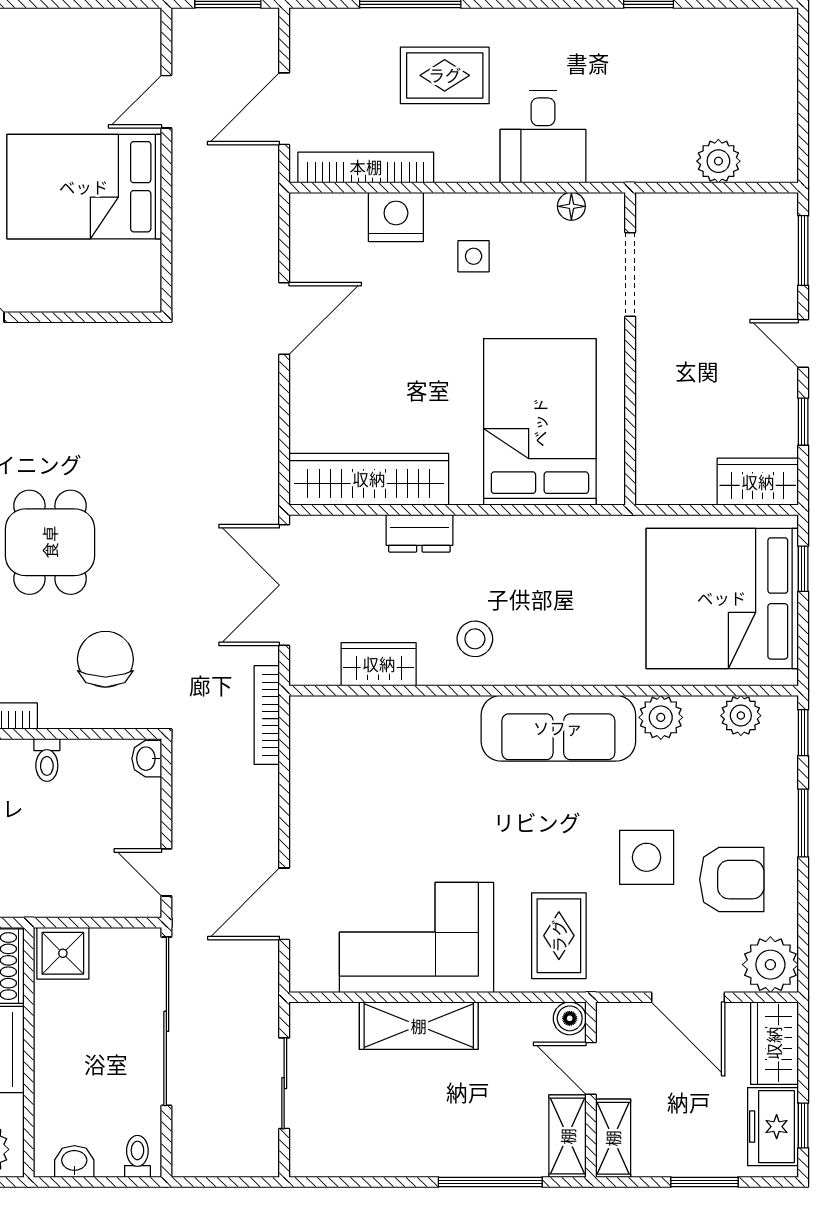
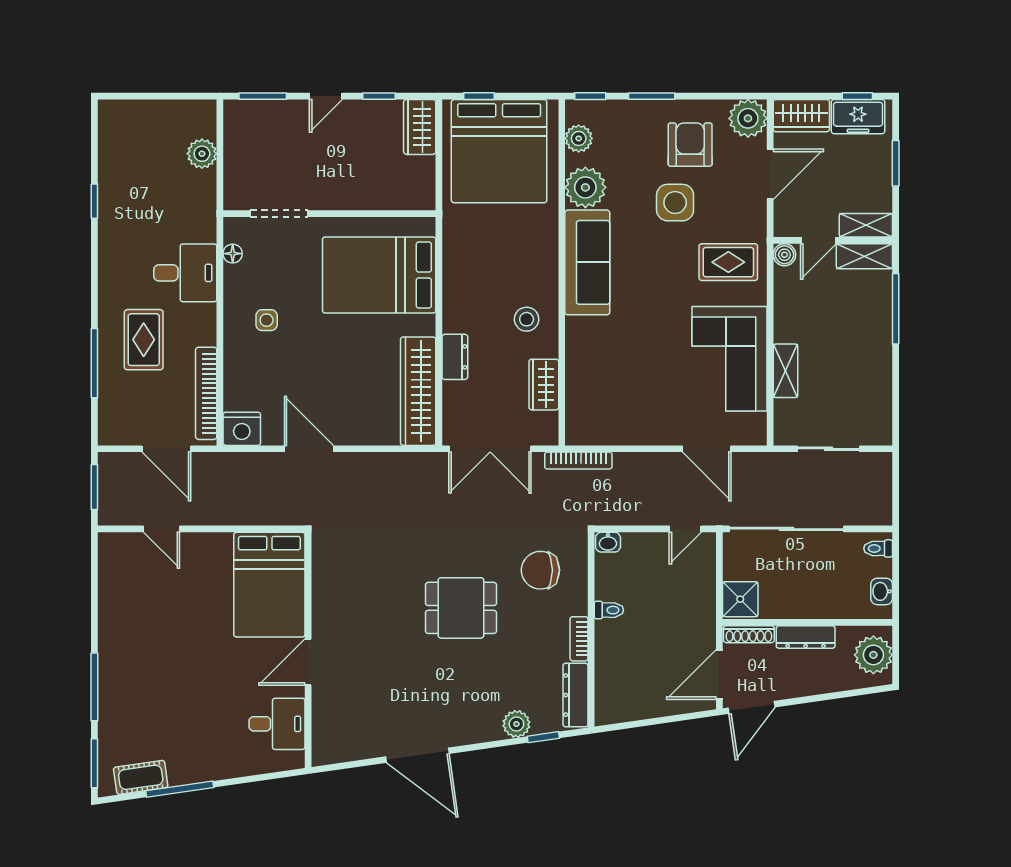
bed: (84, 187) -> (269, 585), moved
nightstand: (396, 217) -> (242, 429), moved, turned -90
plant: (661, 717) -> (585, 187), width x1.36, depth x1.36
shelving: (419, 1026) -> (785, 371), width x0.67, depth x0.75

